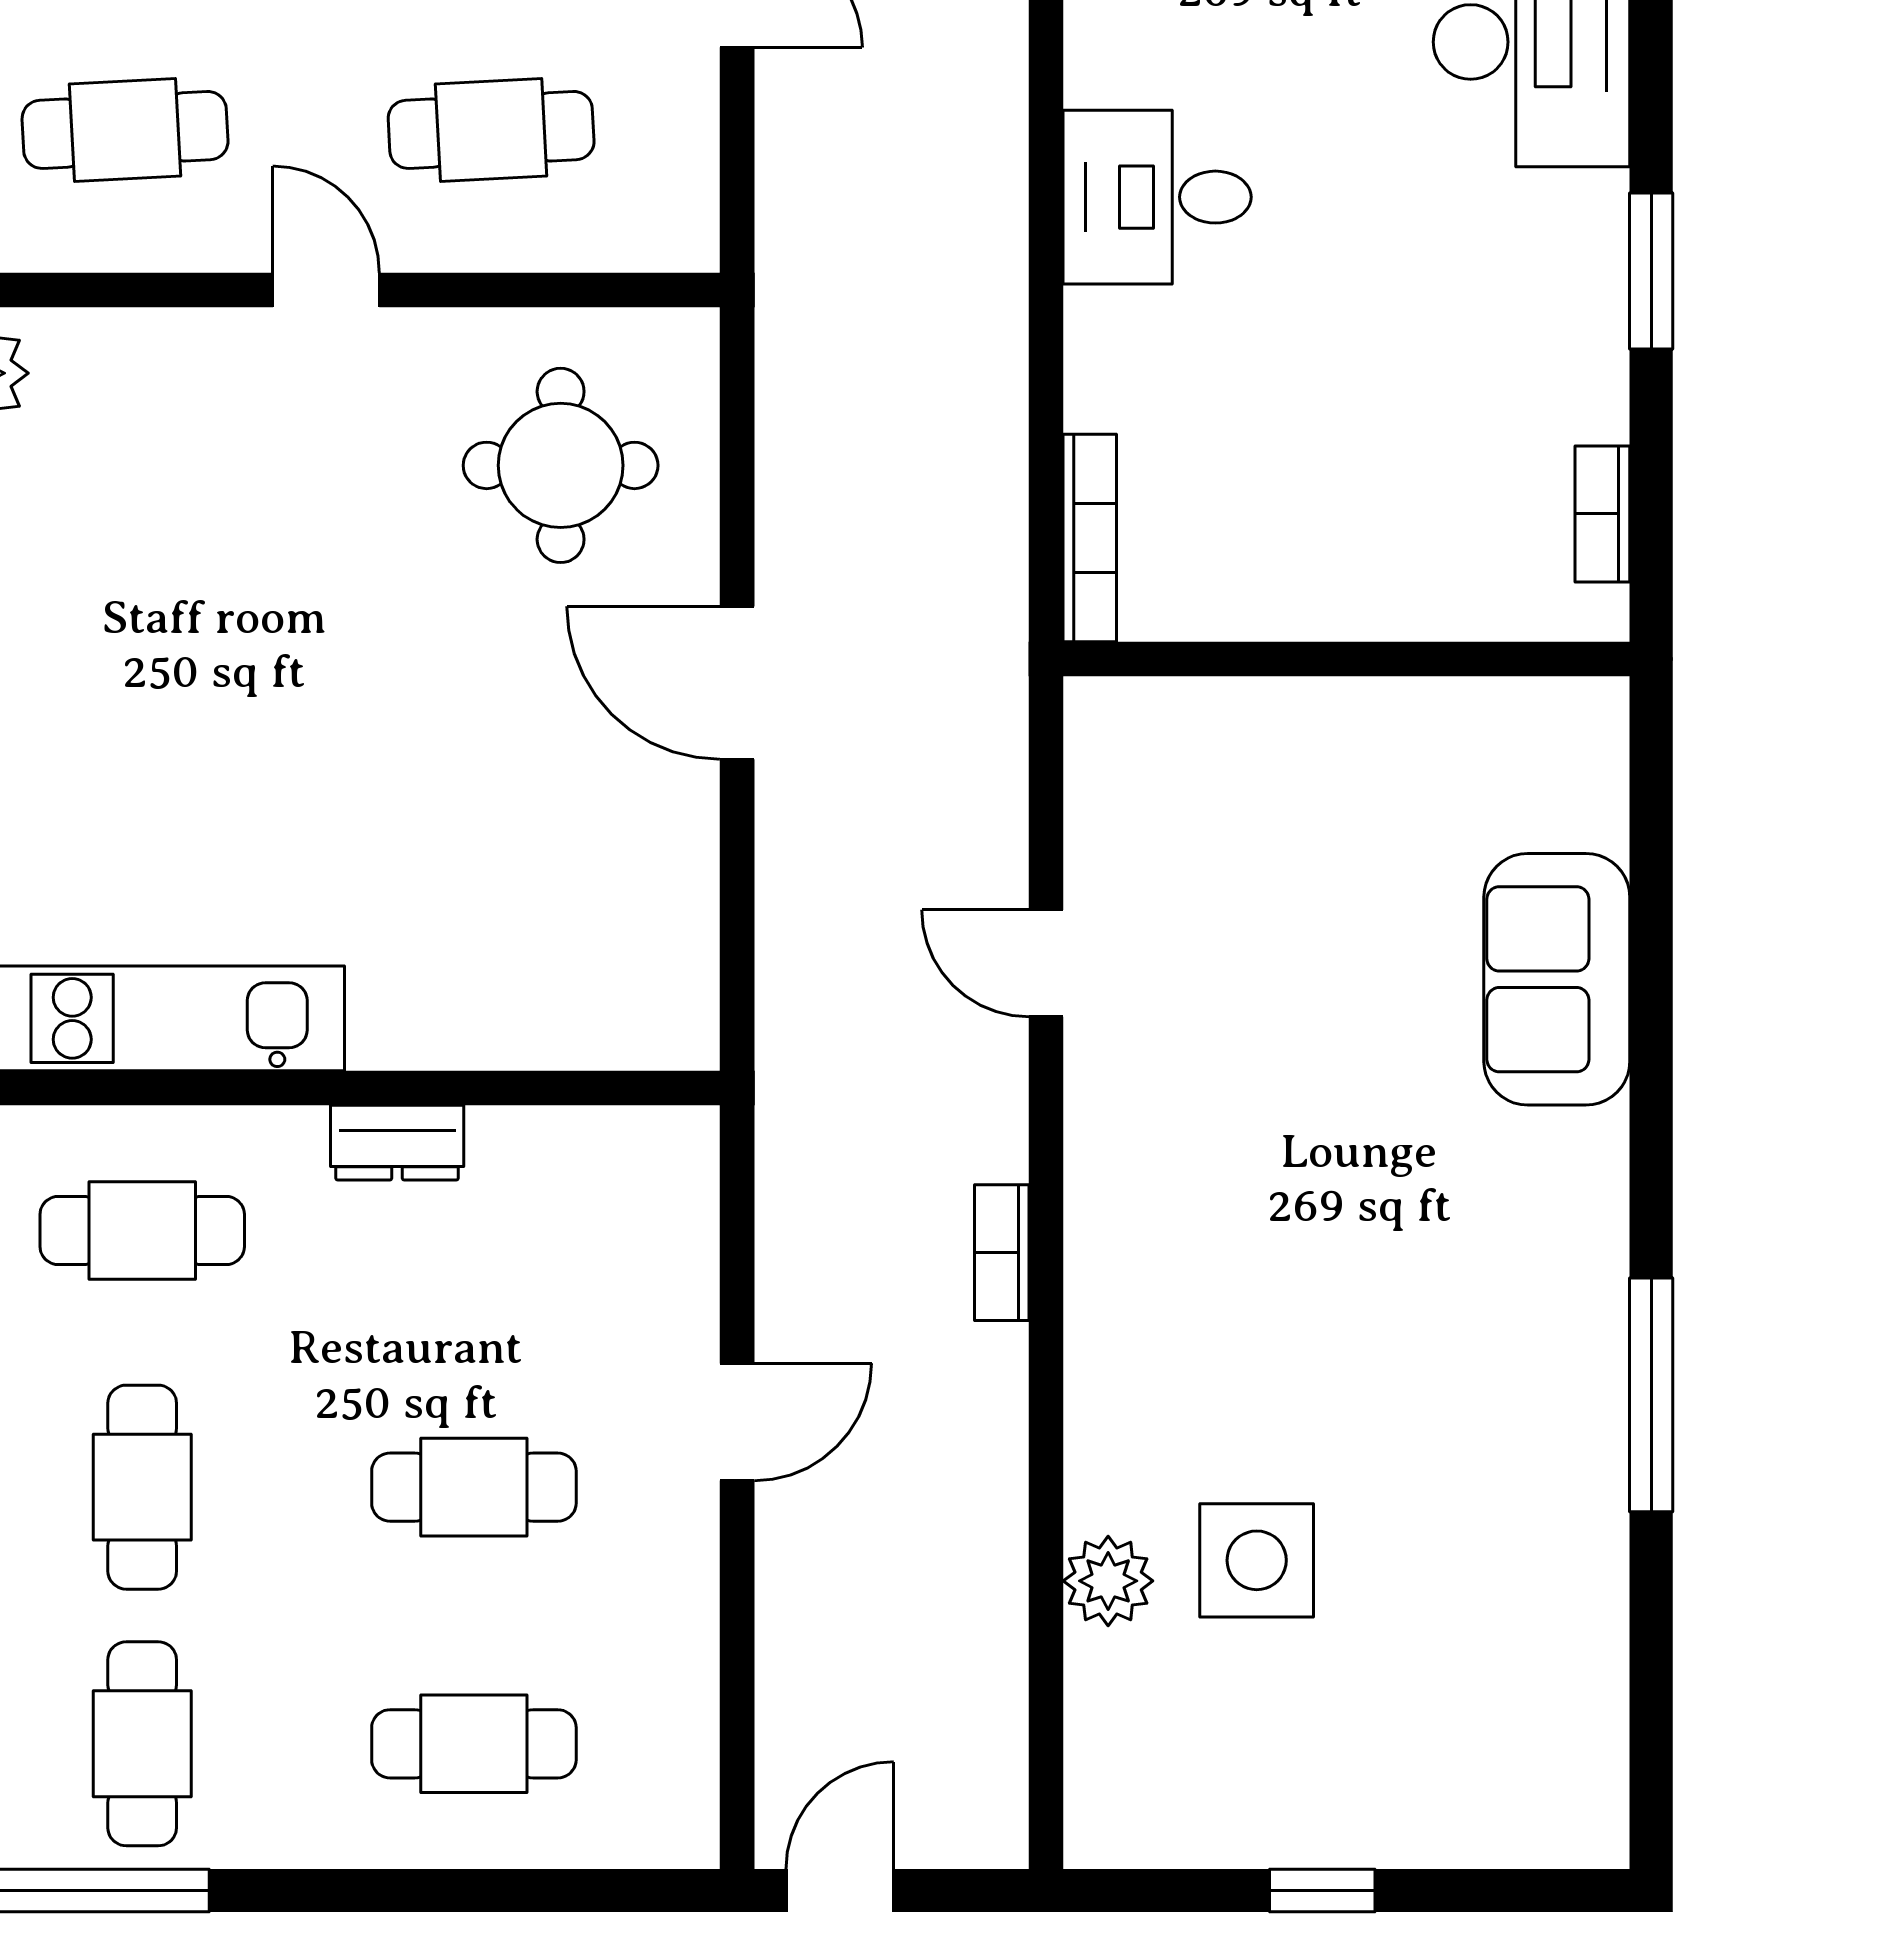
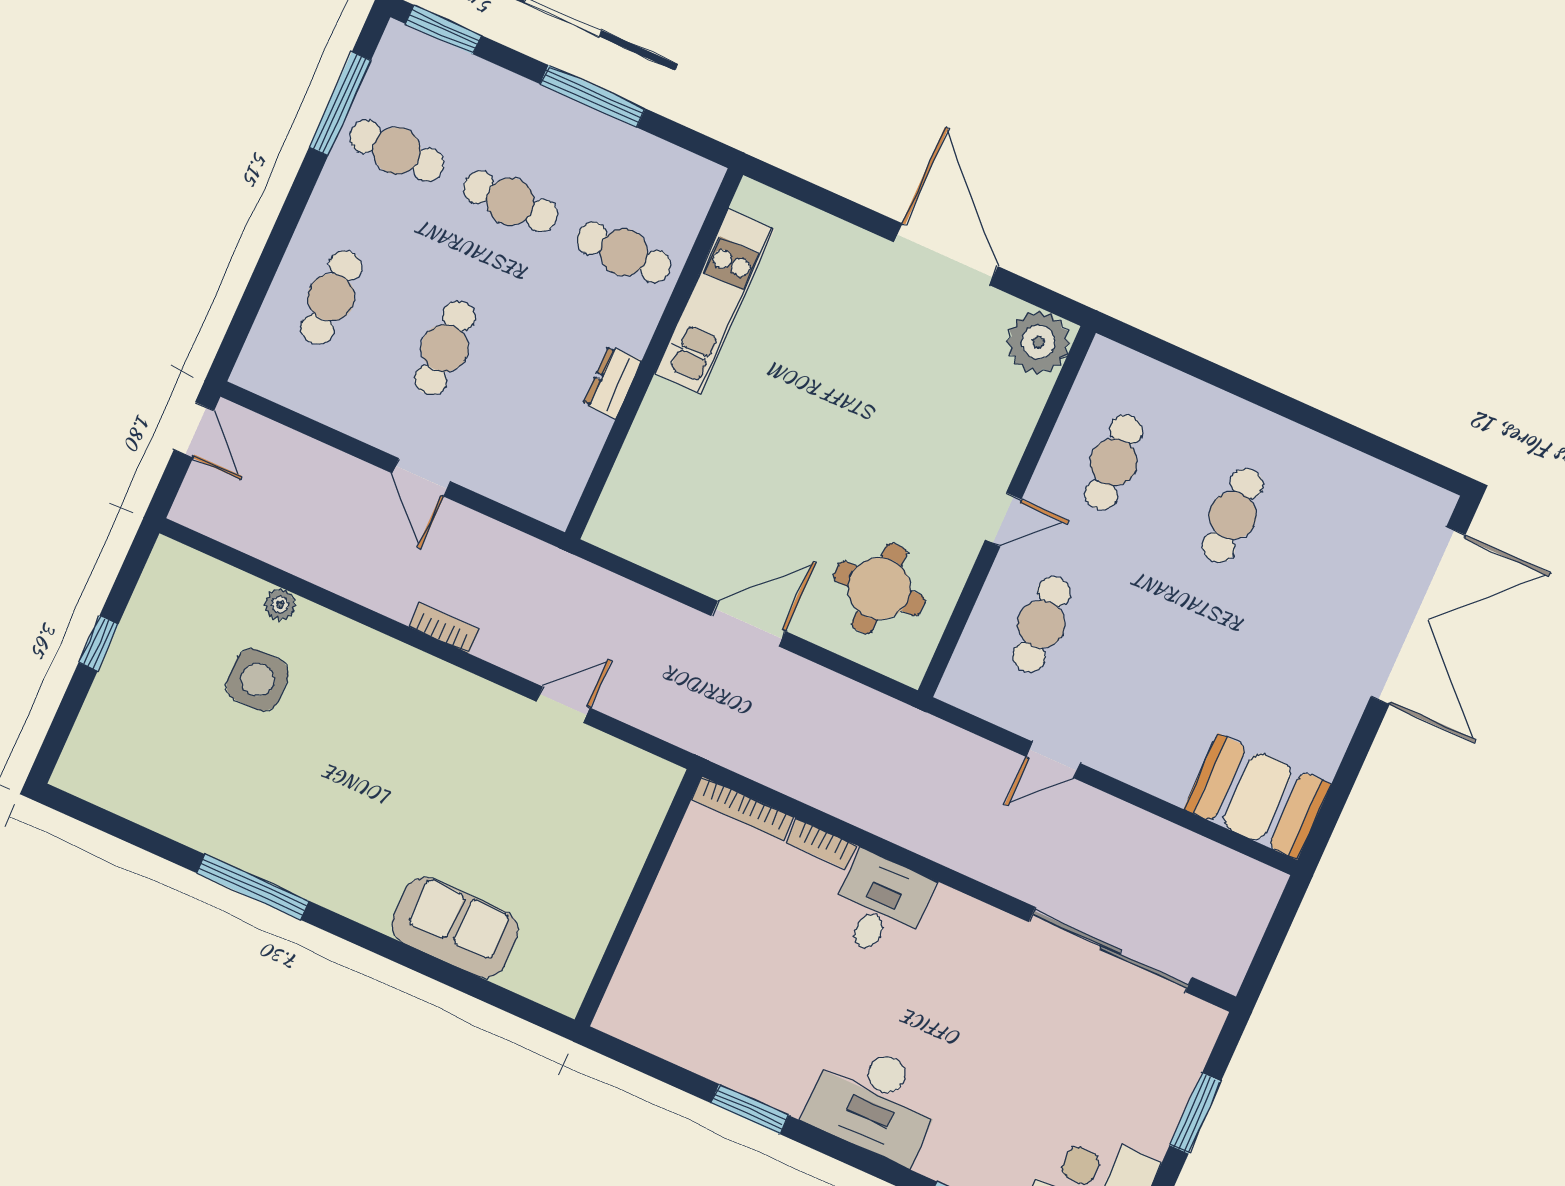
bookcase: (1602, 514) -> (822, 844), moved, turned 180
cafe table: (142, 1230) -> (624, 252), turned 90
plant: (1108, 1581) -> (280, 605), width x0.73, depth x0.73

